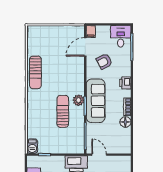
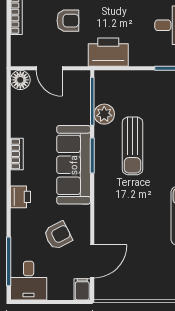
plant: (79, 100) -> (104, 114), moved
floor lamp: (125, 122) -> (20, 80), moved
door: (99, 155) -> (49, 68), moved

